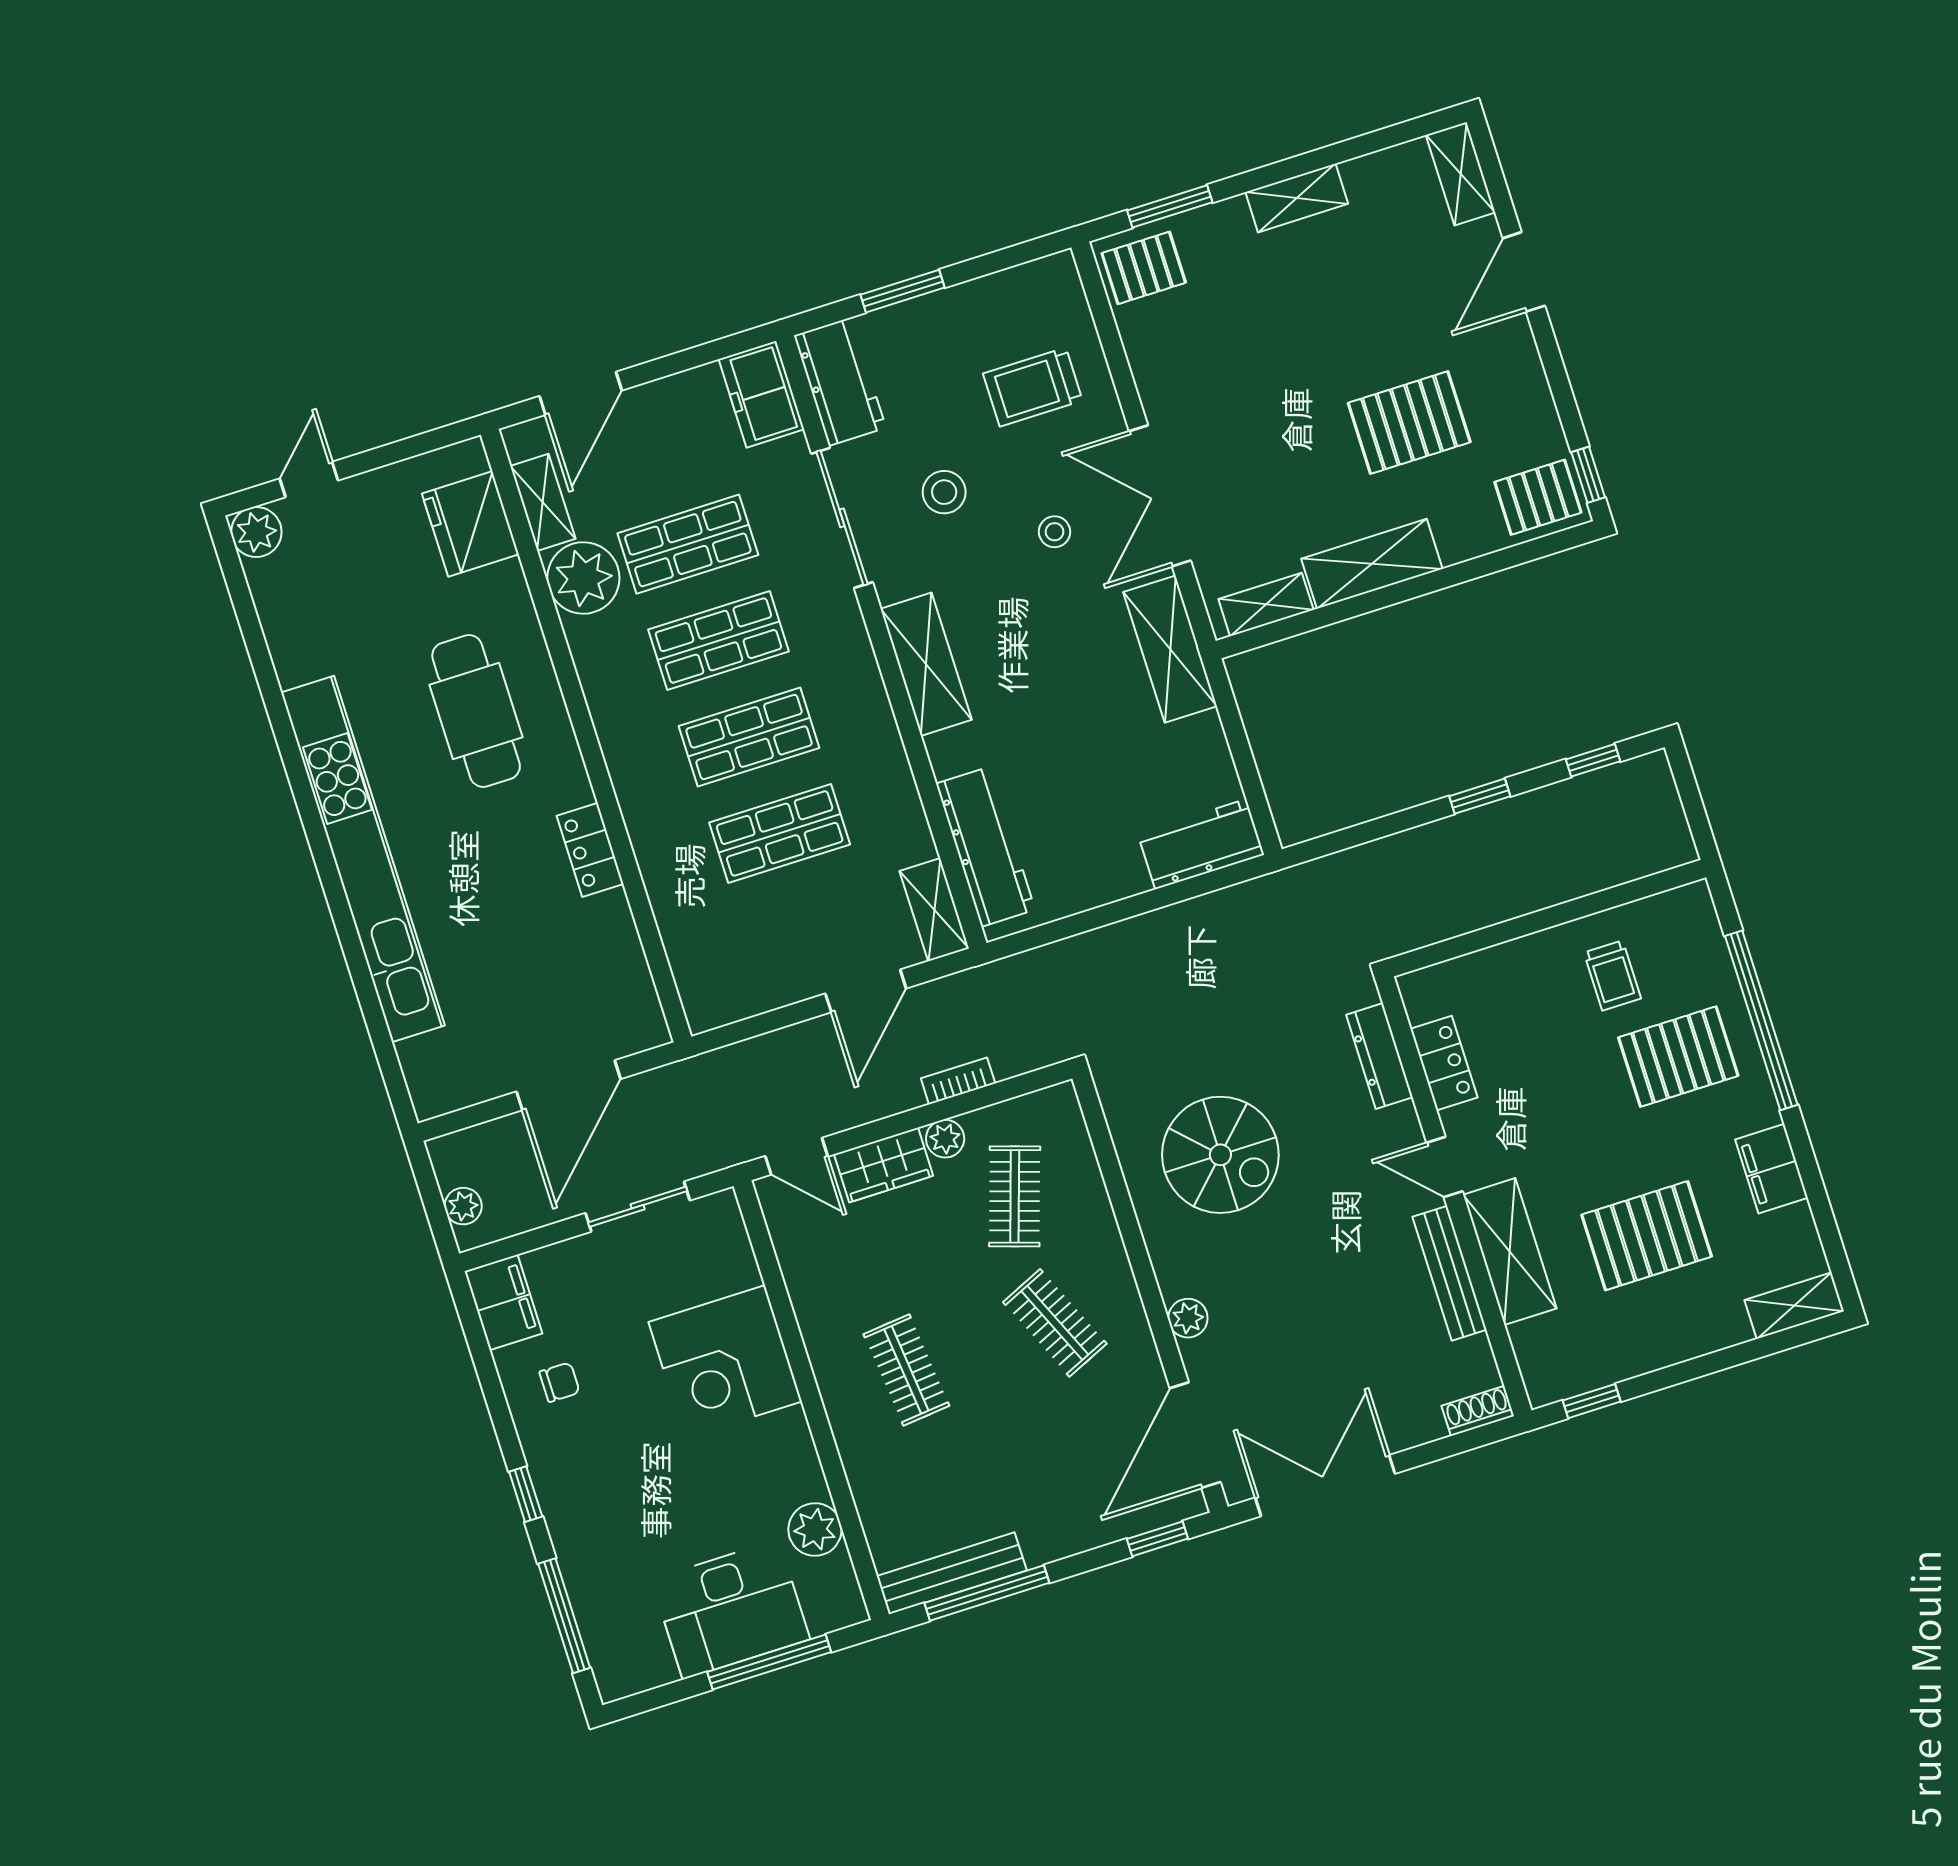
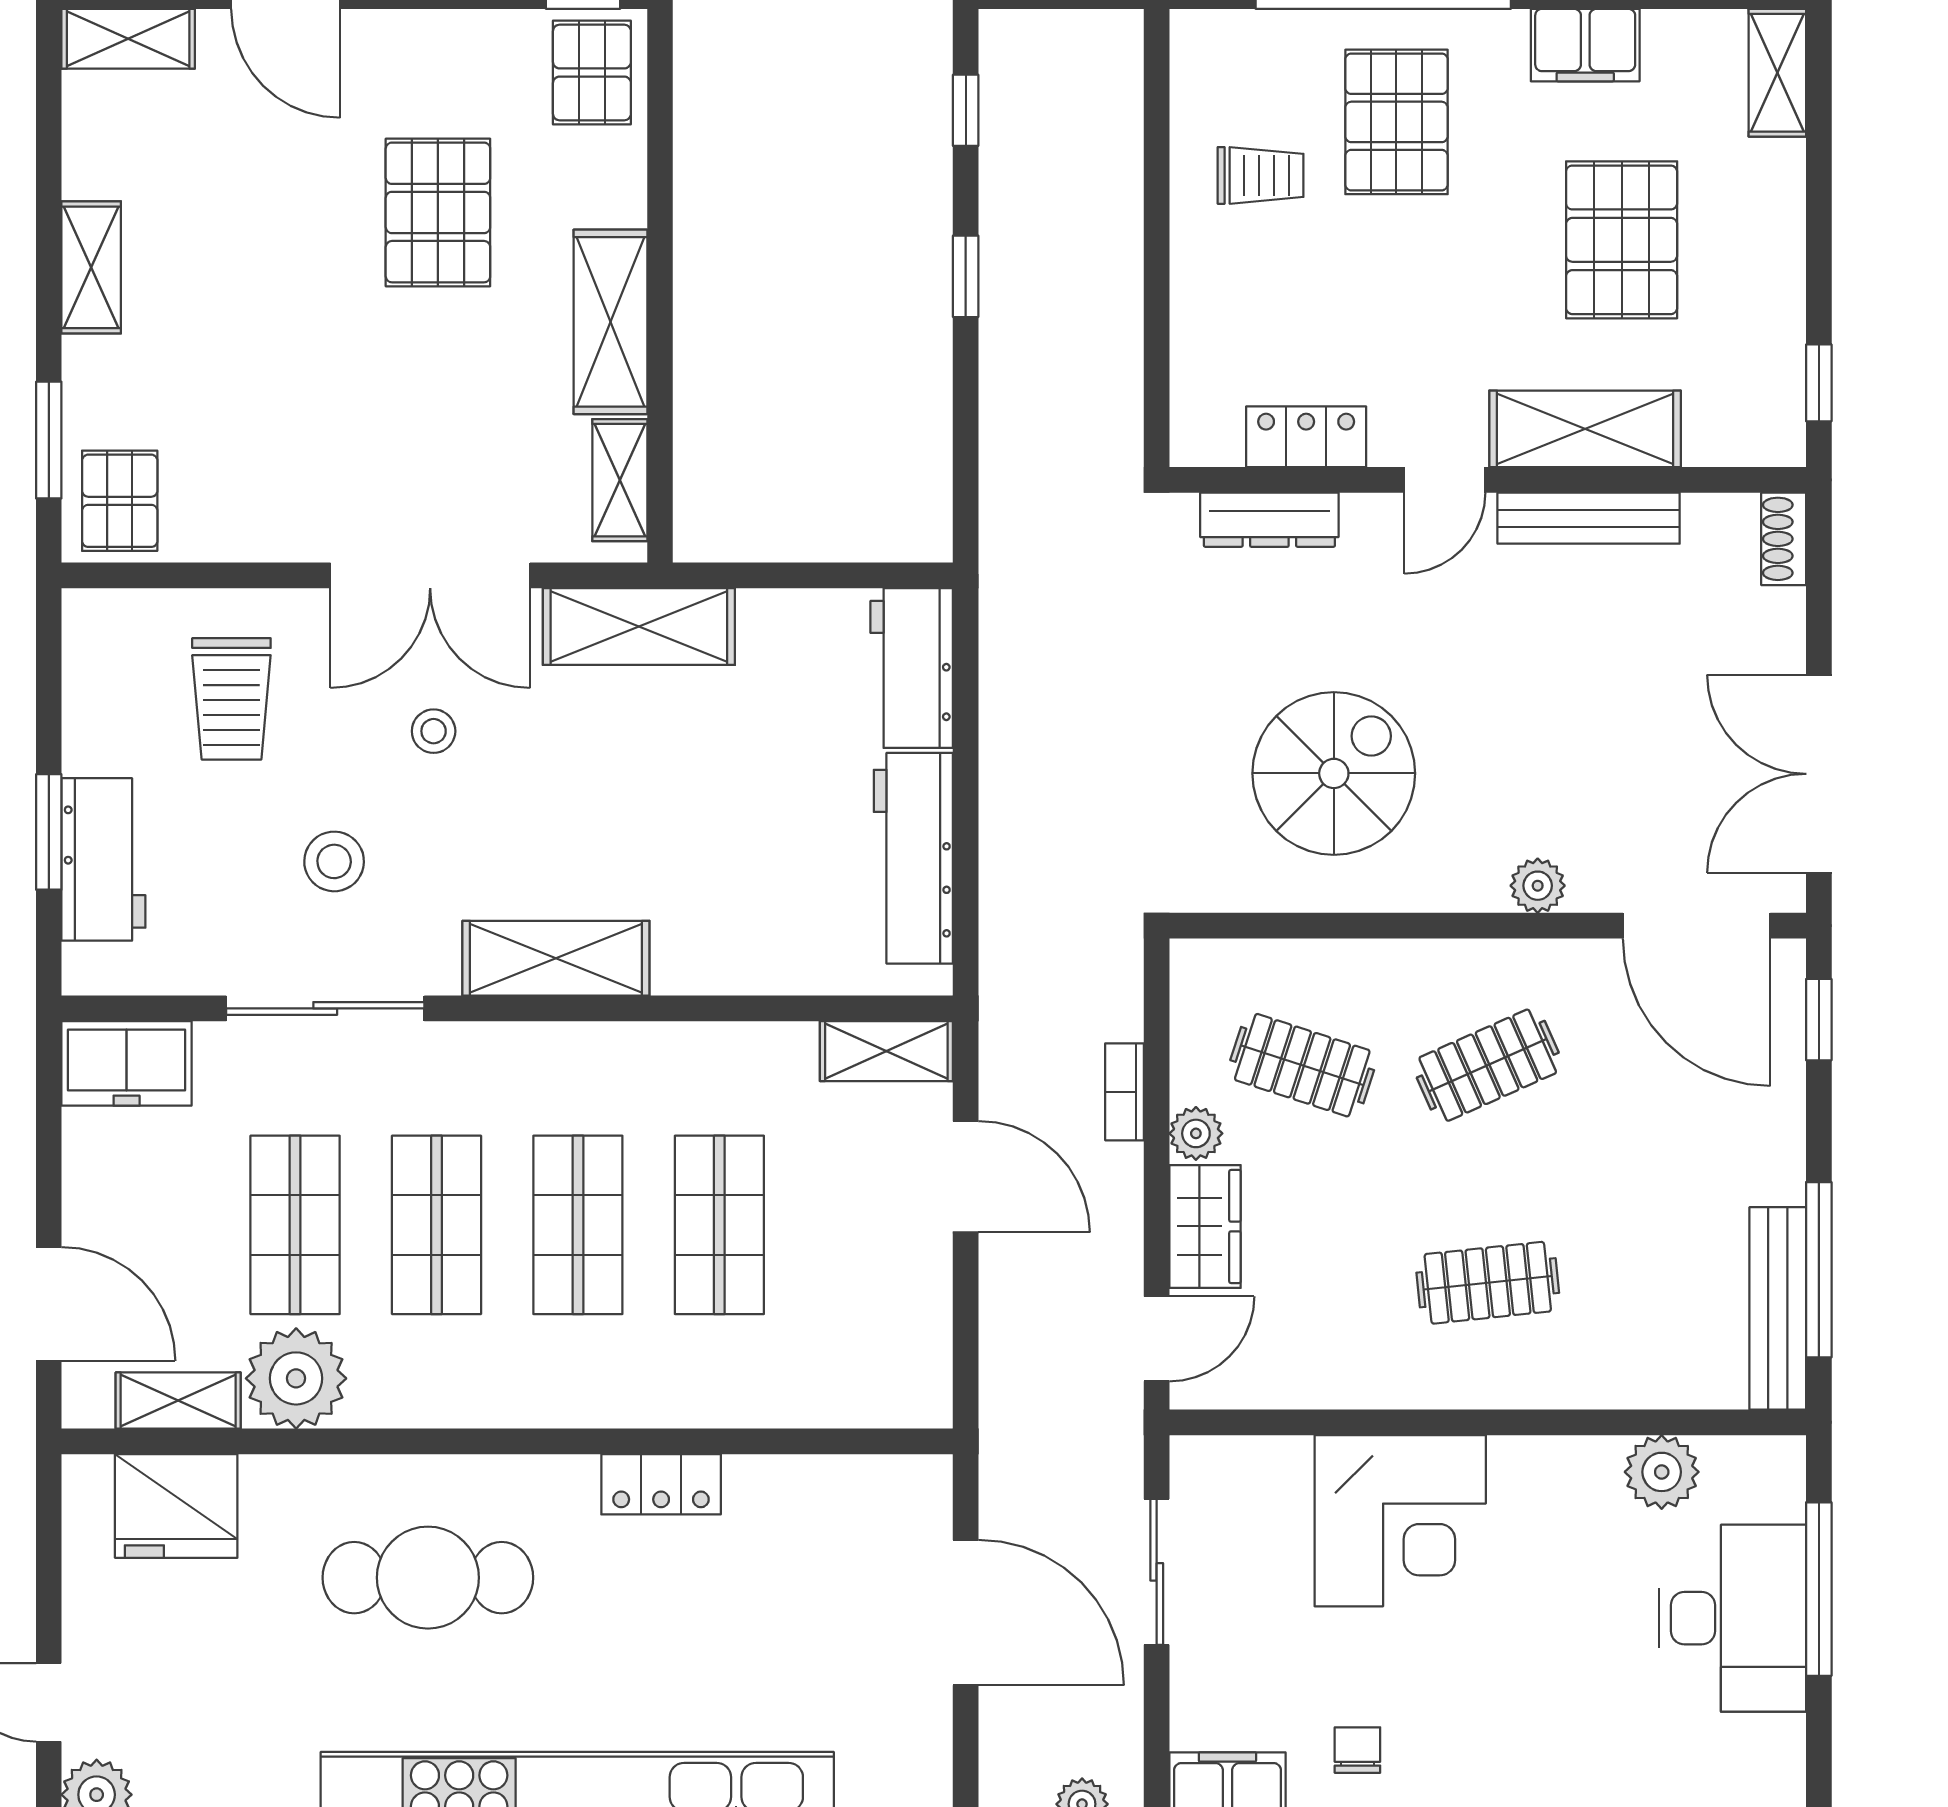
workbench: (840, 382) -> (103, 859), moved, turned 90
workbench: (986, 847) -> (913, 858), moved, turned -90

